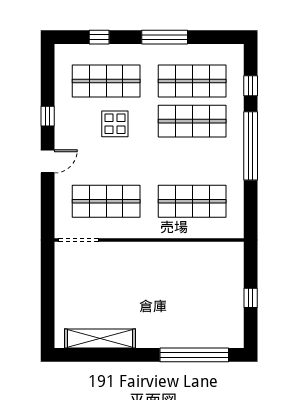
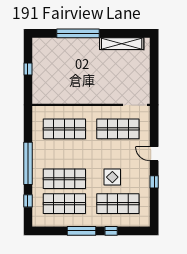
window: (99, 37) -> (111, 231), moved
door: (48, 161) -> (154, 154), hinge flipped
window: (194, 355) -> (78, 33), moved

